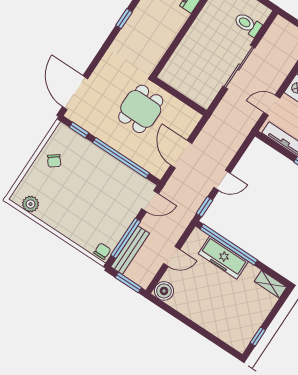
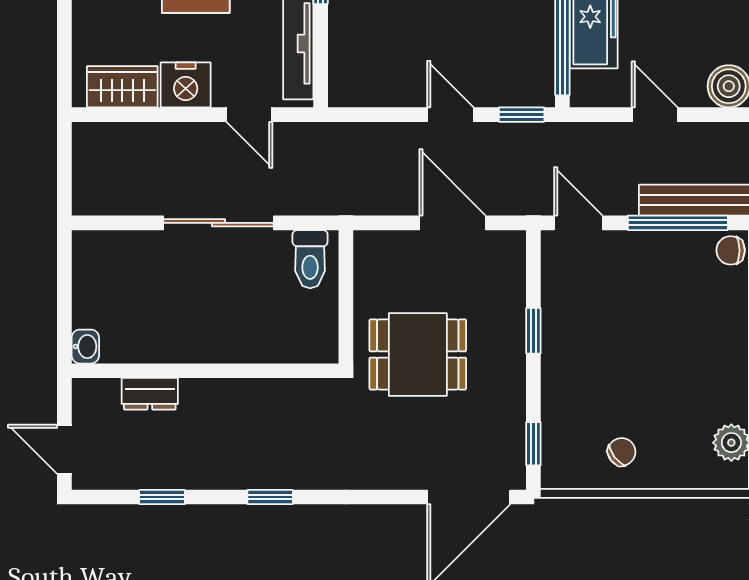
toilet: (248, 24) -> (310, 259), moved
door: (181, 154) -> (452, 223), swing flipped
window: (121, 158) -> (533, 331), width x0.32

